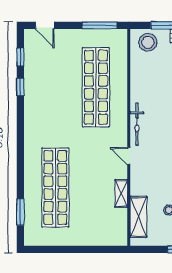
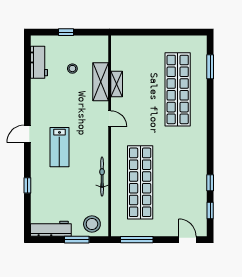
bicycle: (137, 124) -> (102, 177), moved
shelving: (138, 217) -> (101, 82), moved

